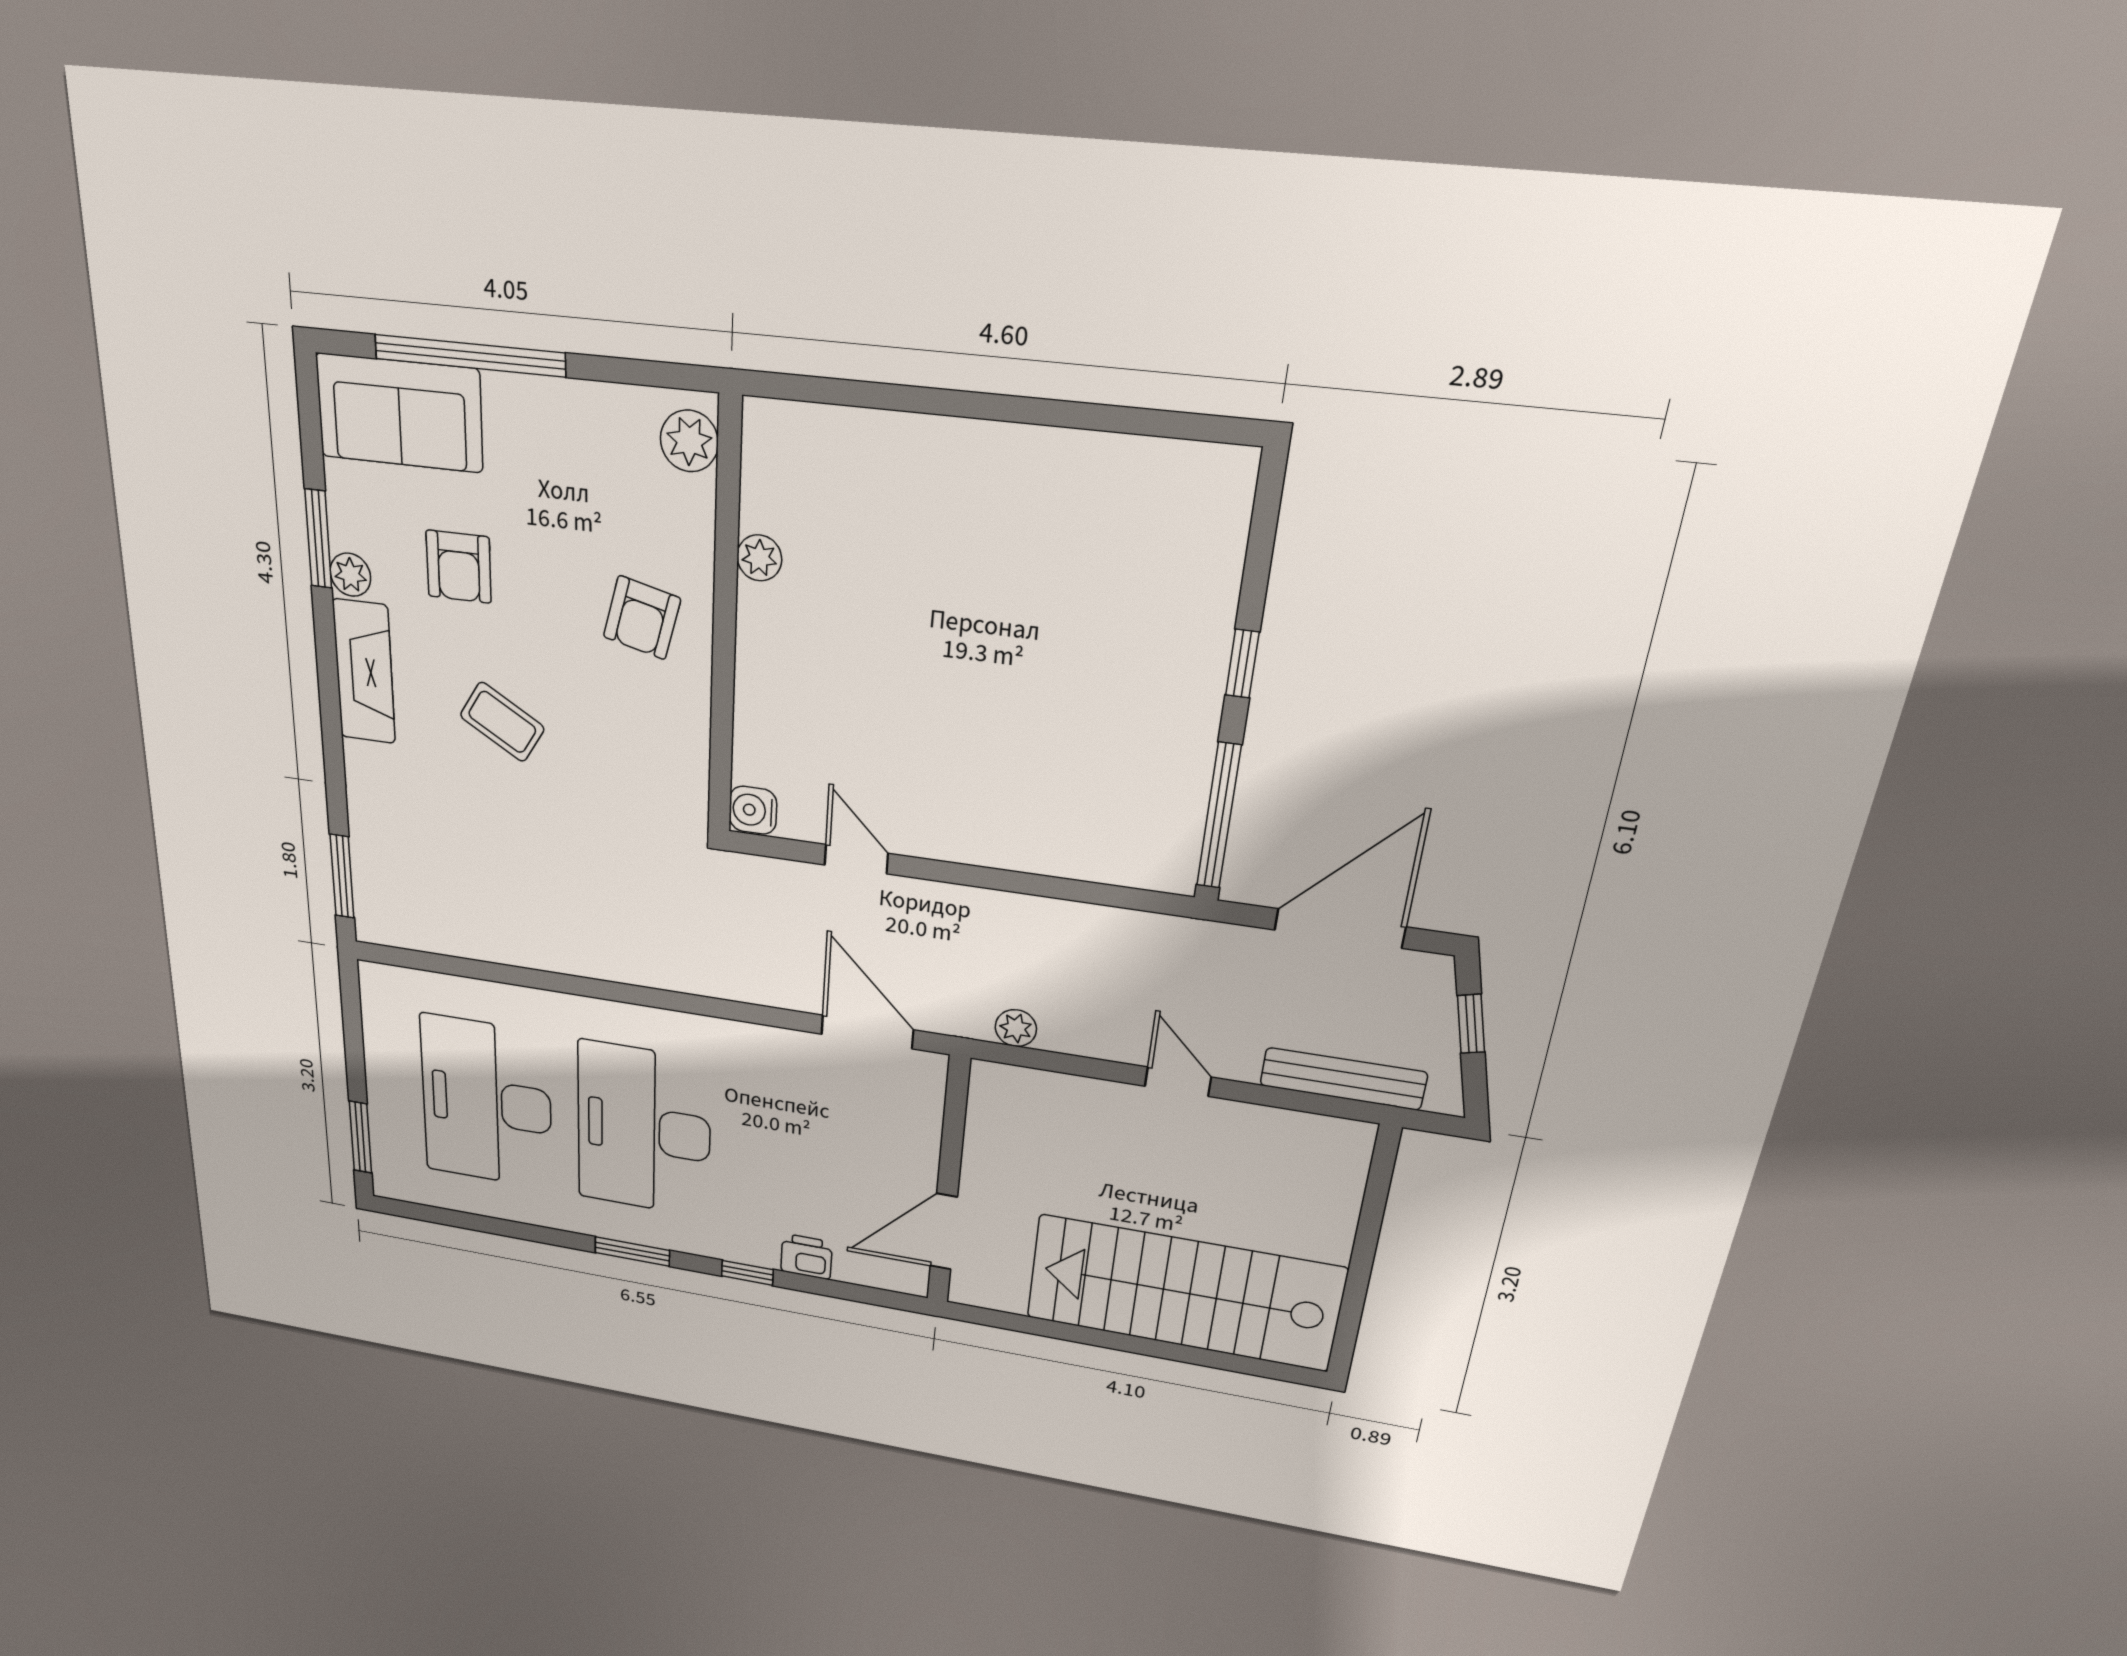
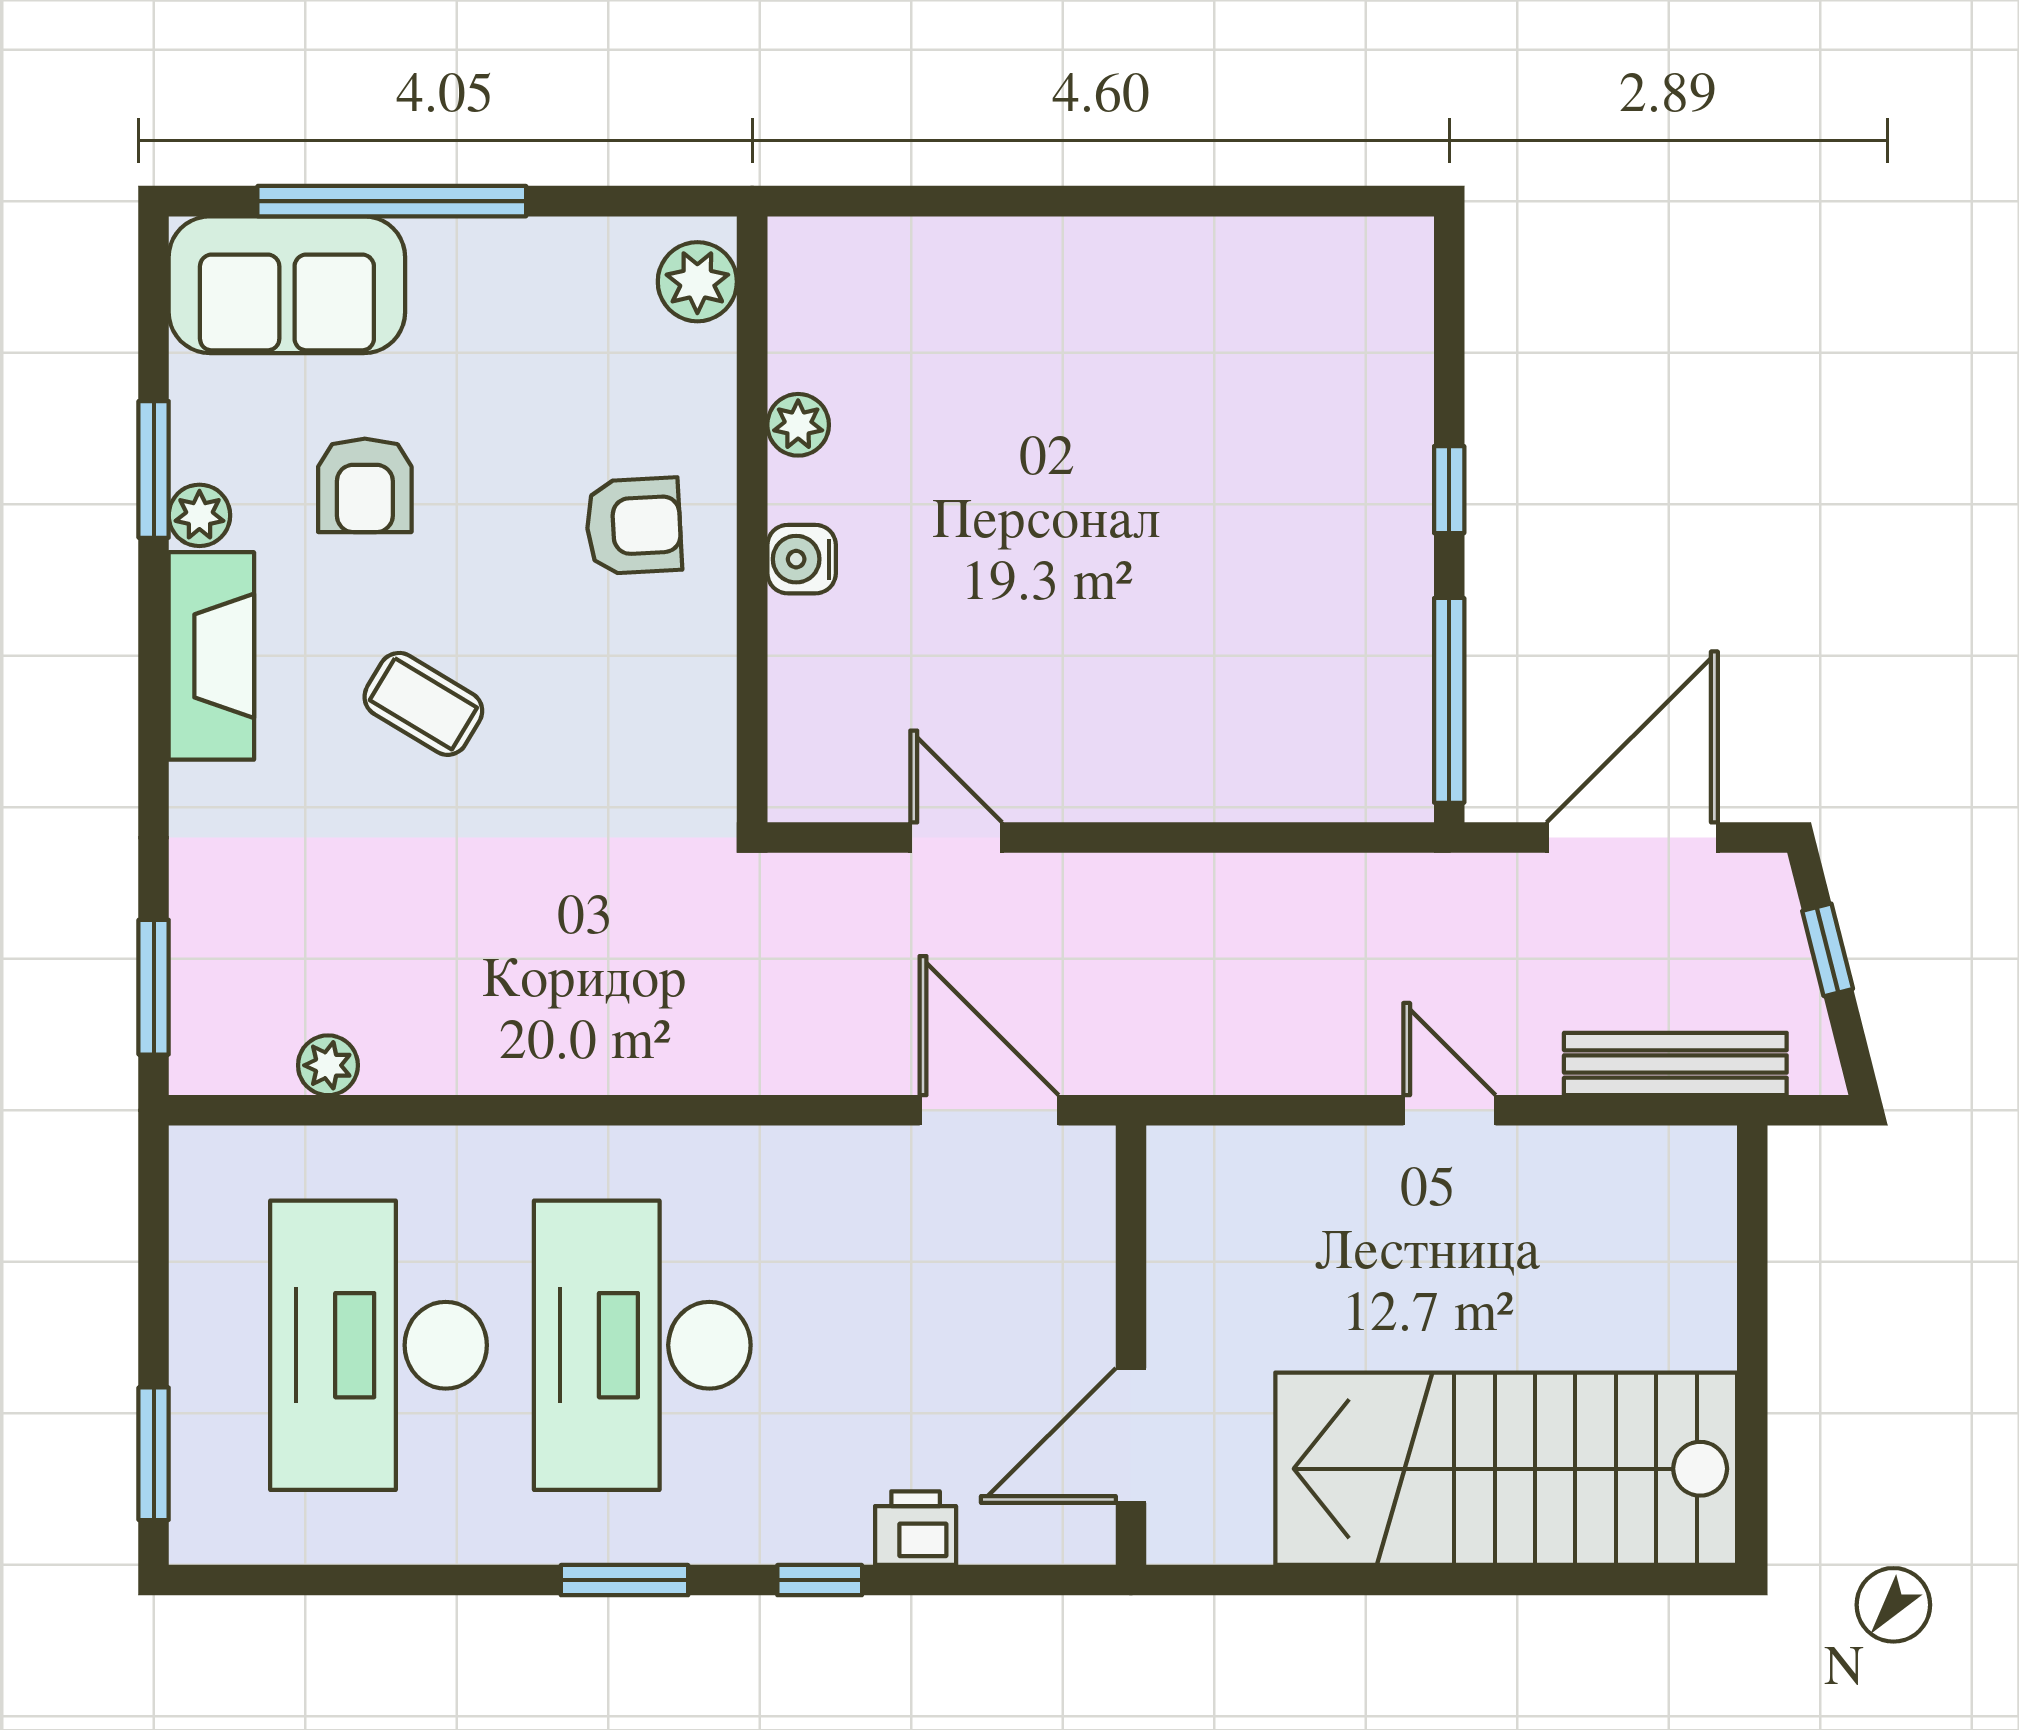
armchair: (642, 618) -> (634, 526), turned -107
water cooler: (753, 810) -> (802, 559), moved
plant: (1016, 1028) -> (328, 1065), moved

